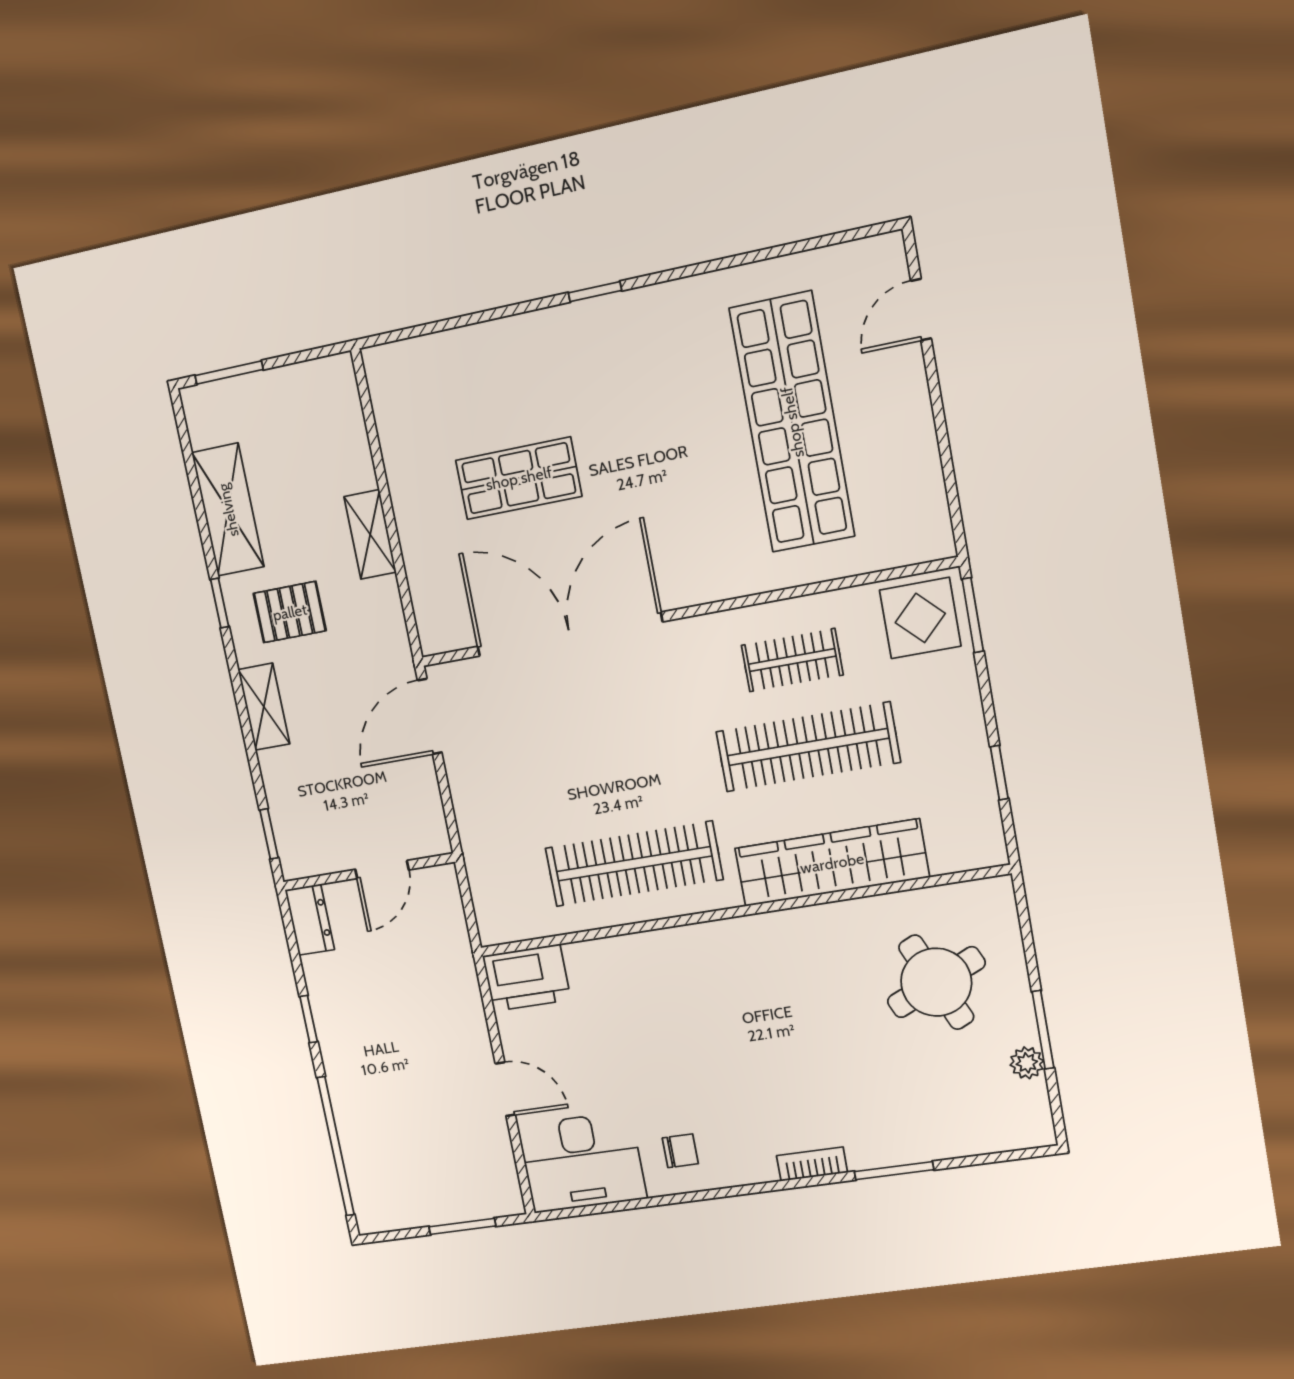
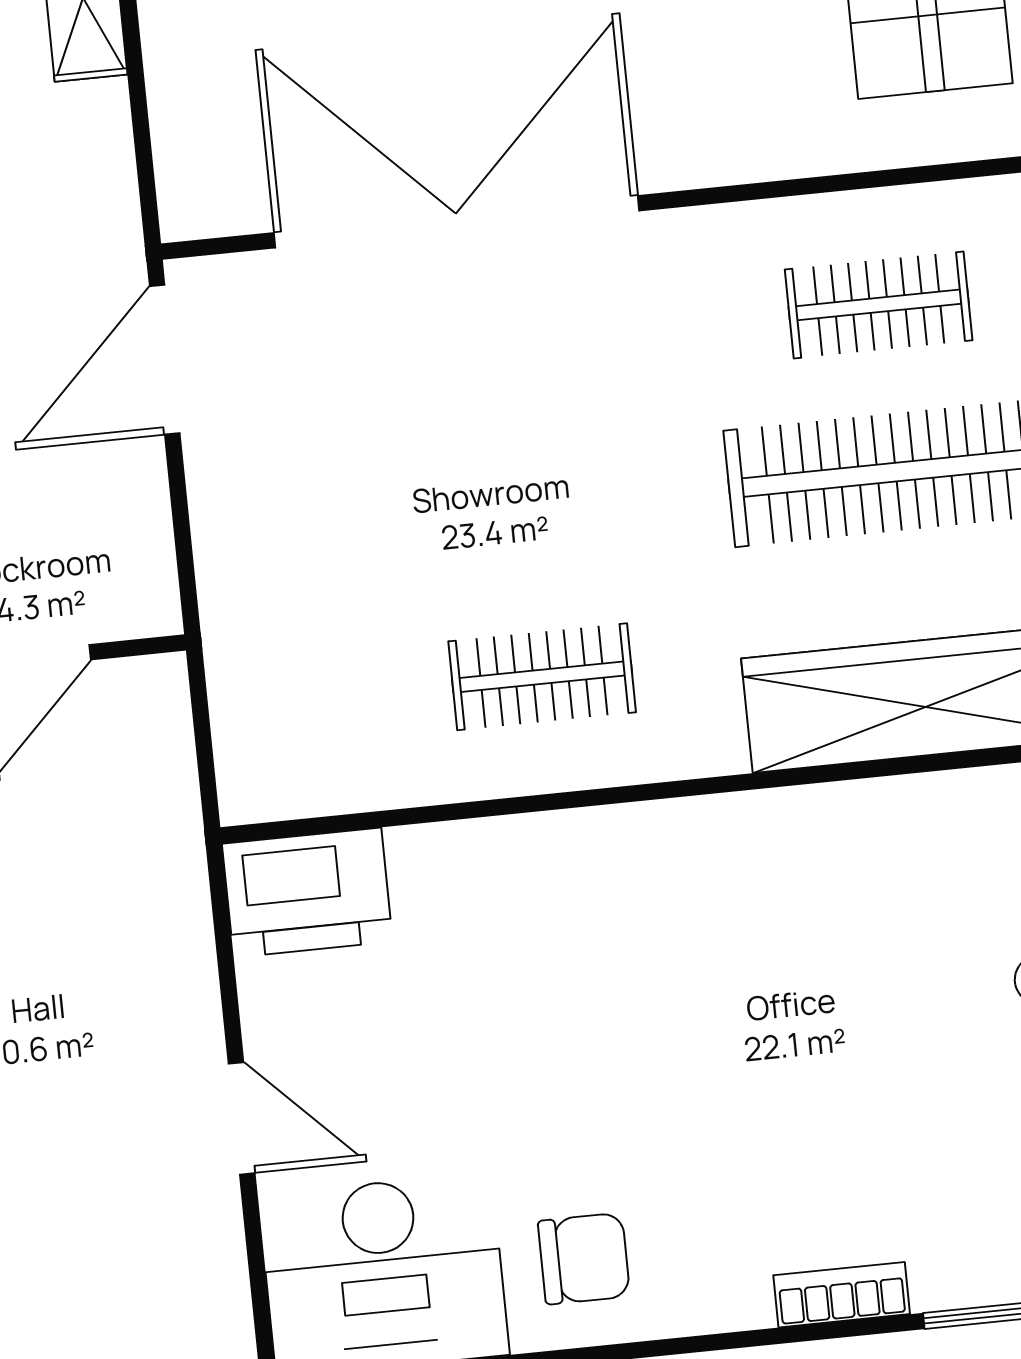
clothes rail: (634, 864) -> (542, 677), width x0.54, depth x0.76
chair: (680, 1151) -> (584, 1259), width x1.37, depth x1.37

